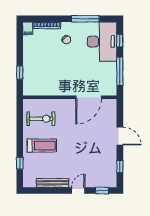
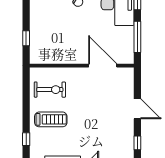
door: (89, 97) -> (103, 66), swing flipped

